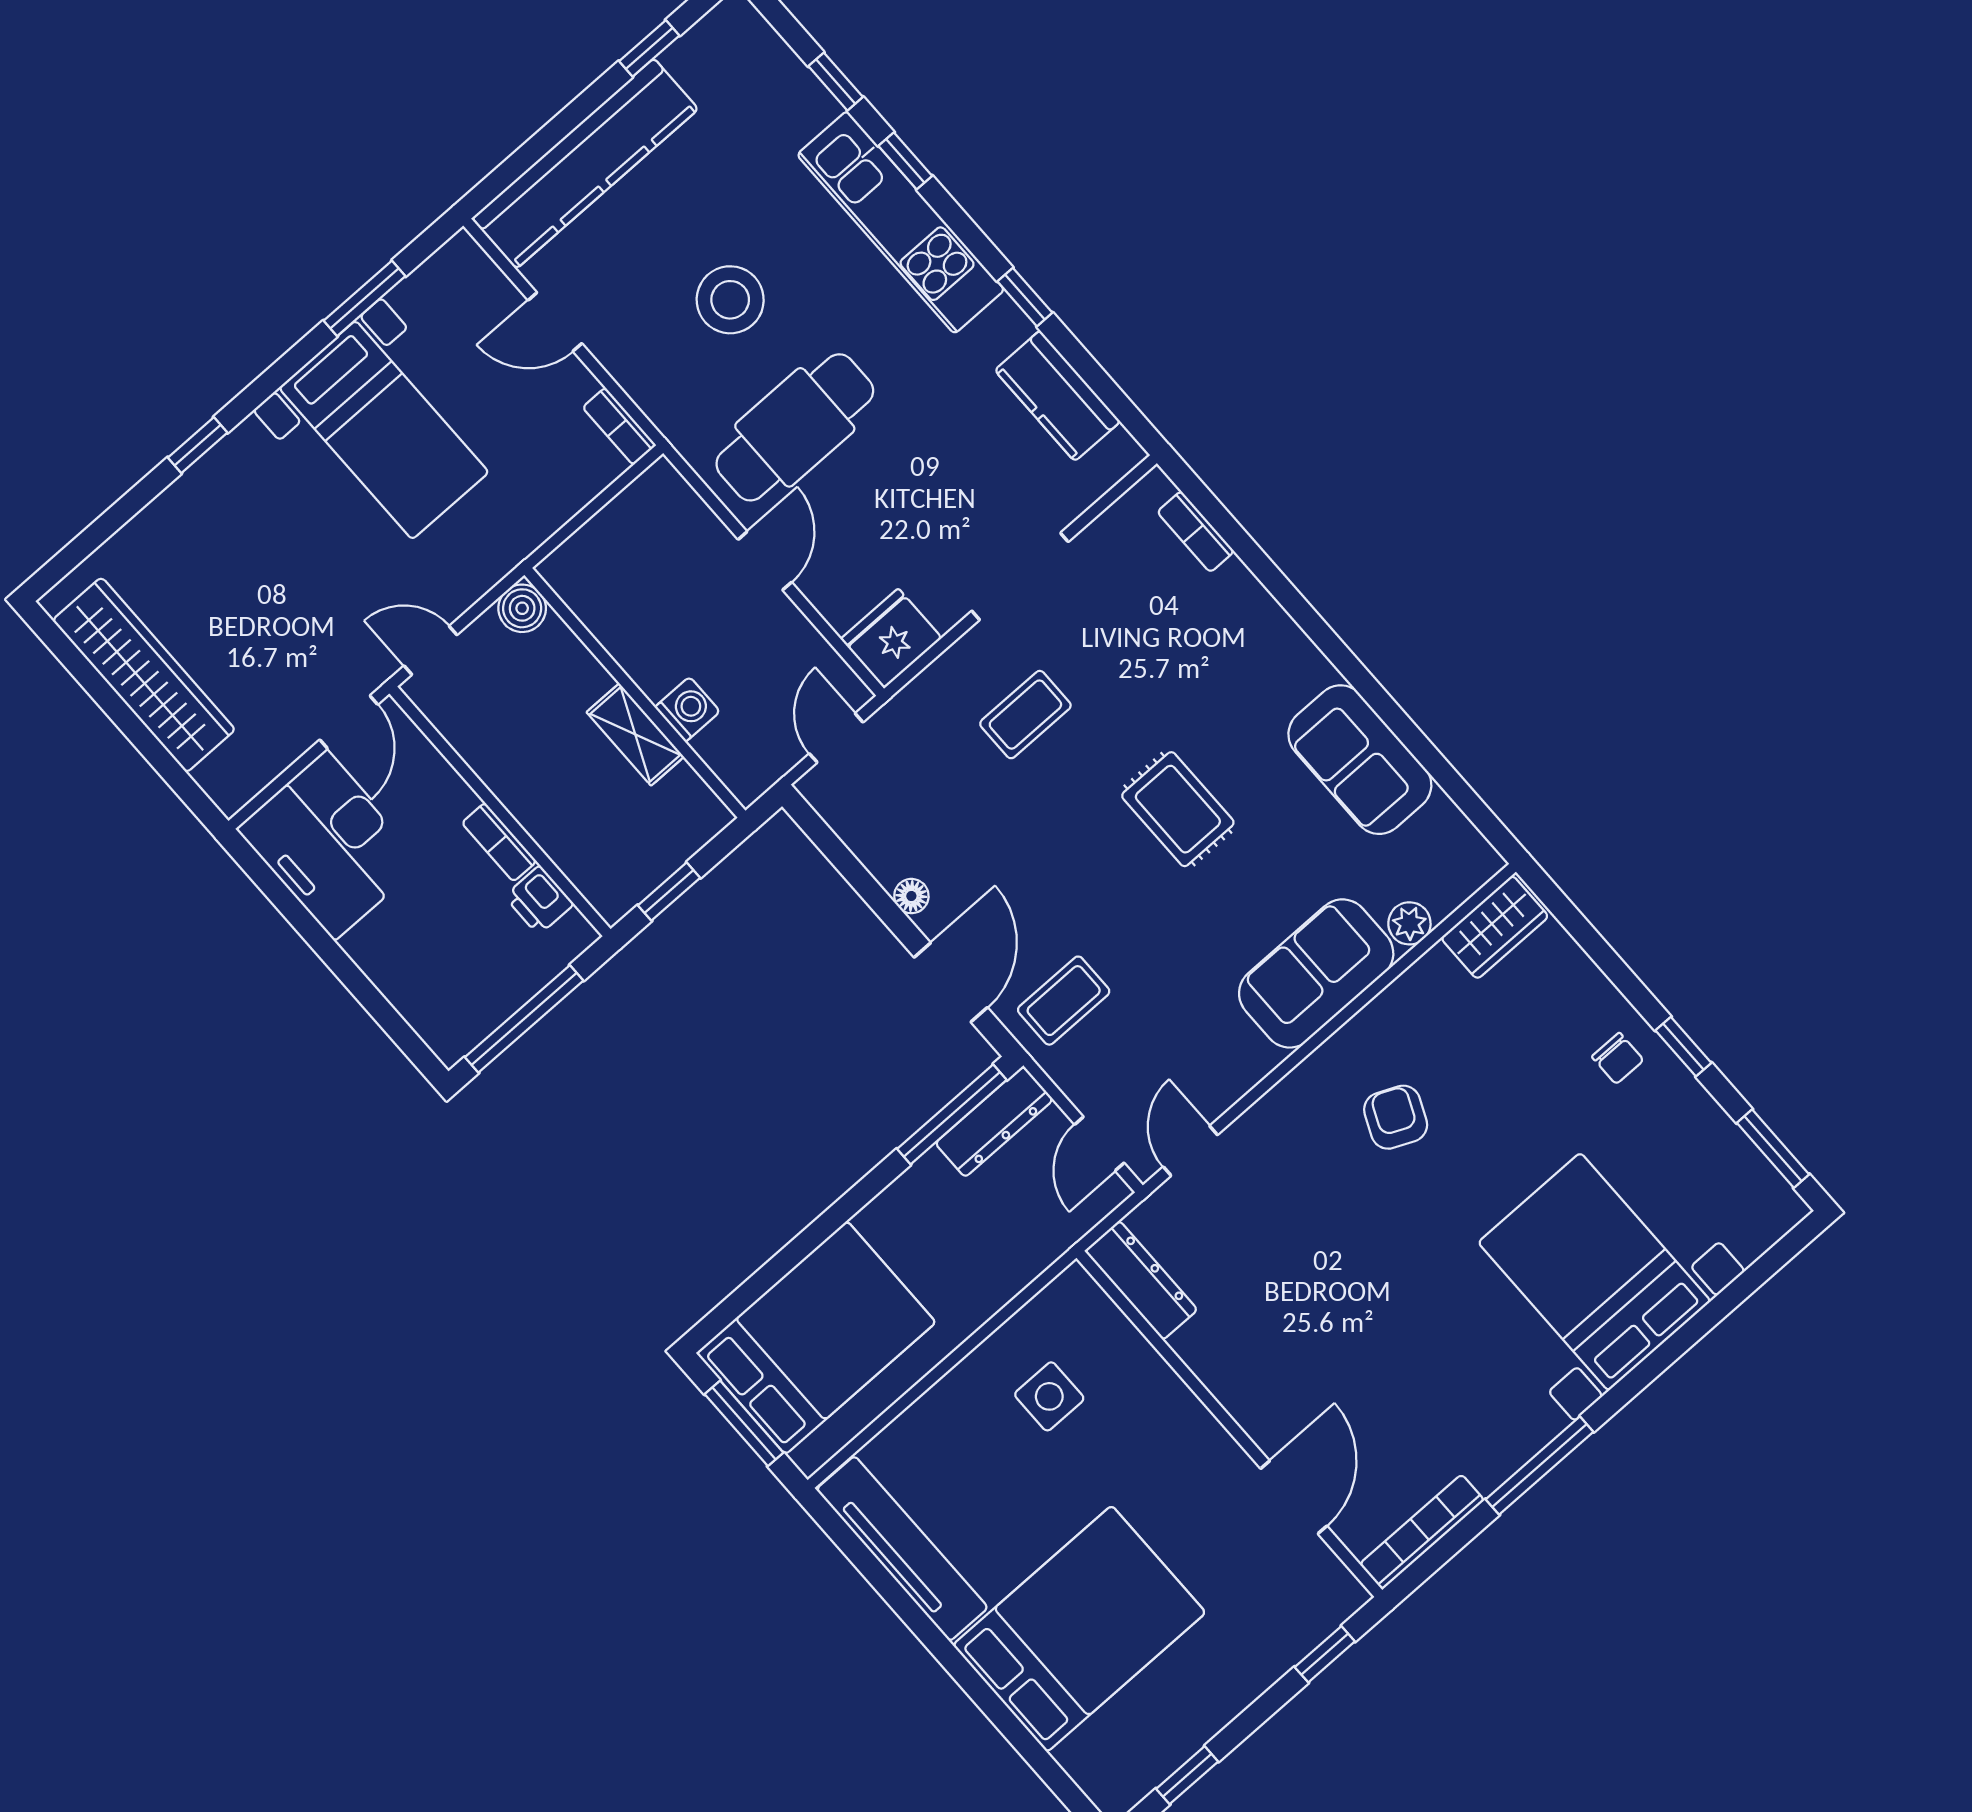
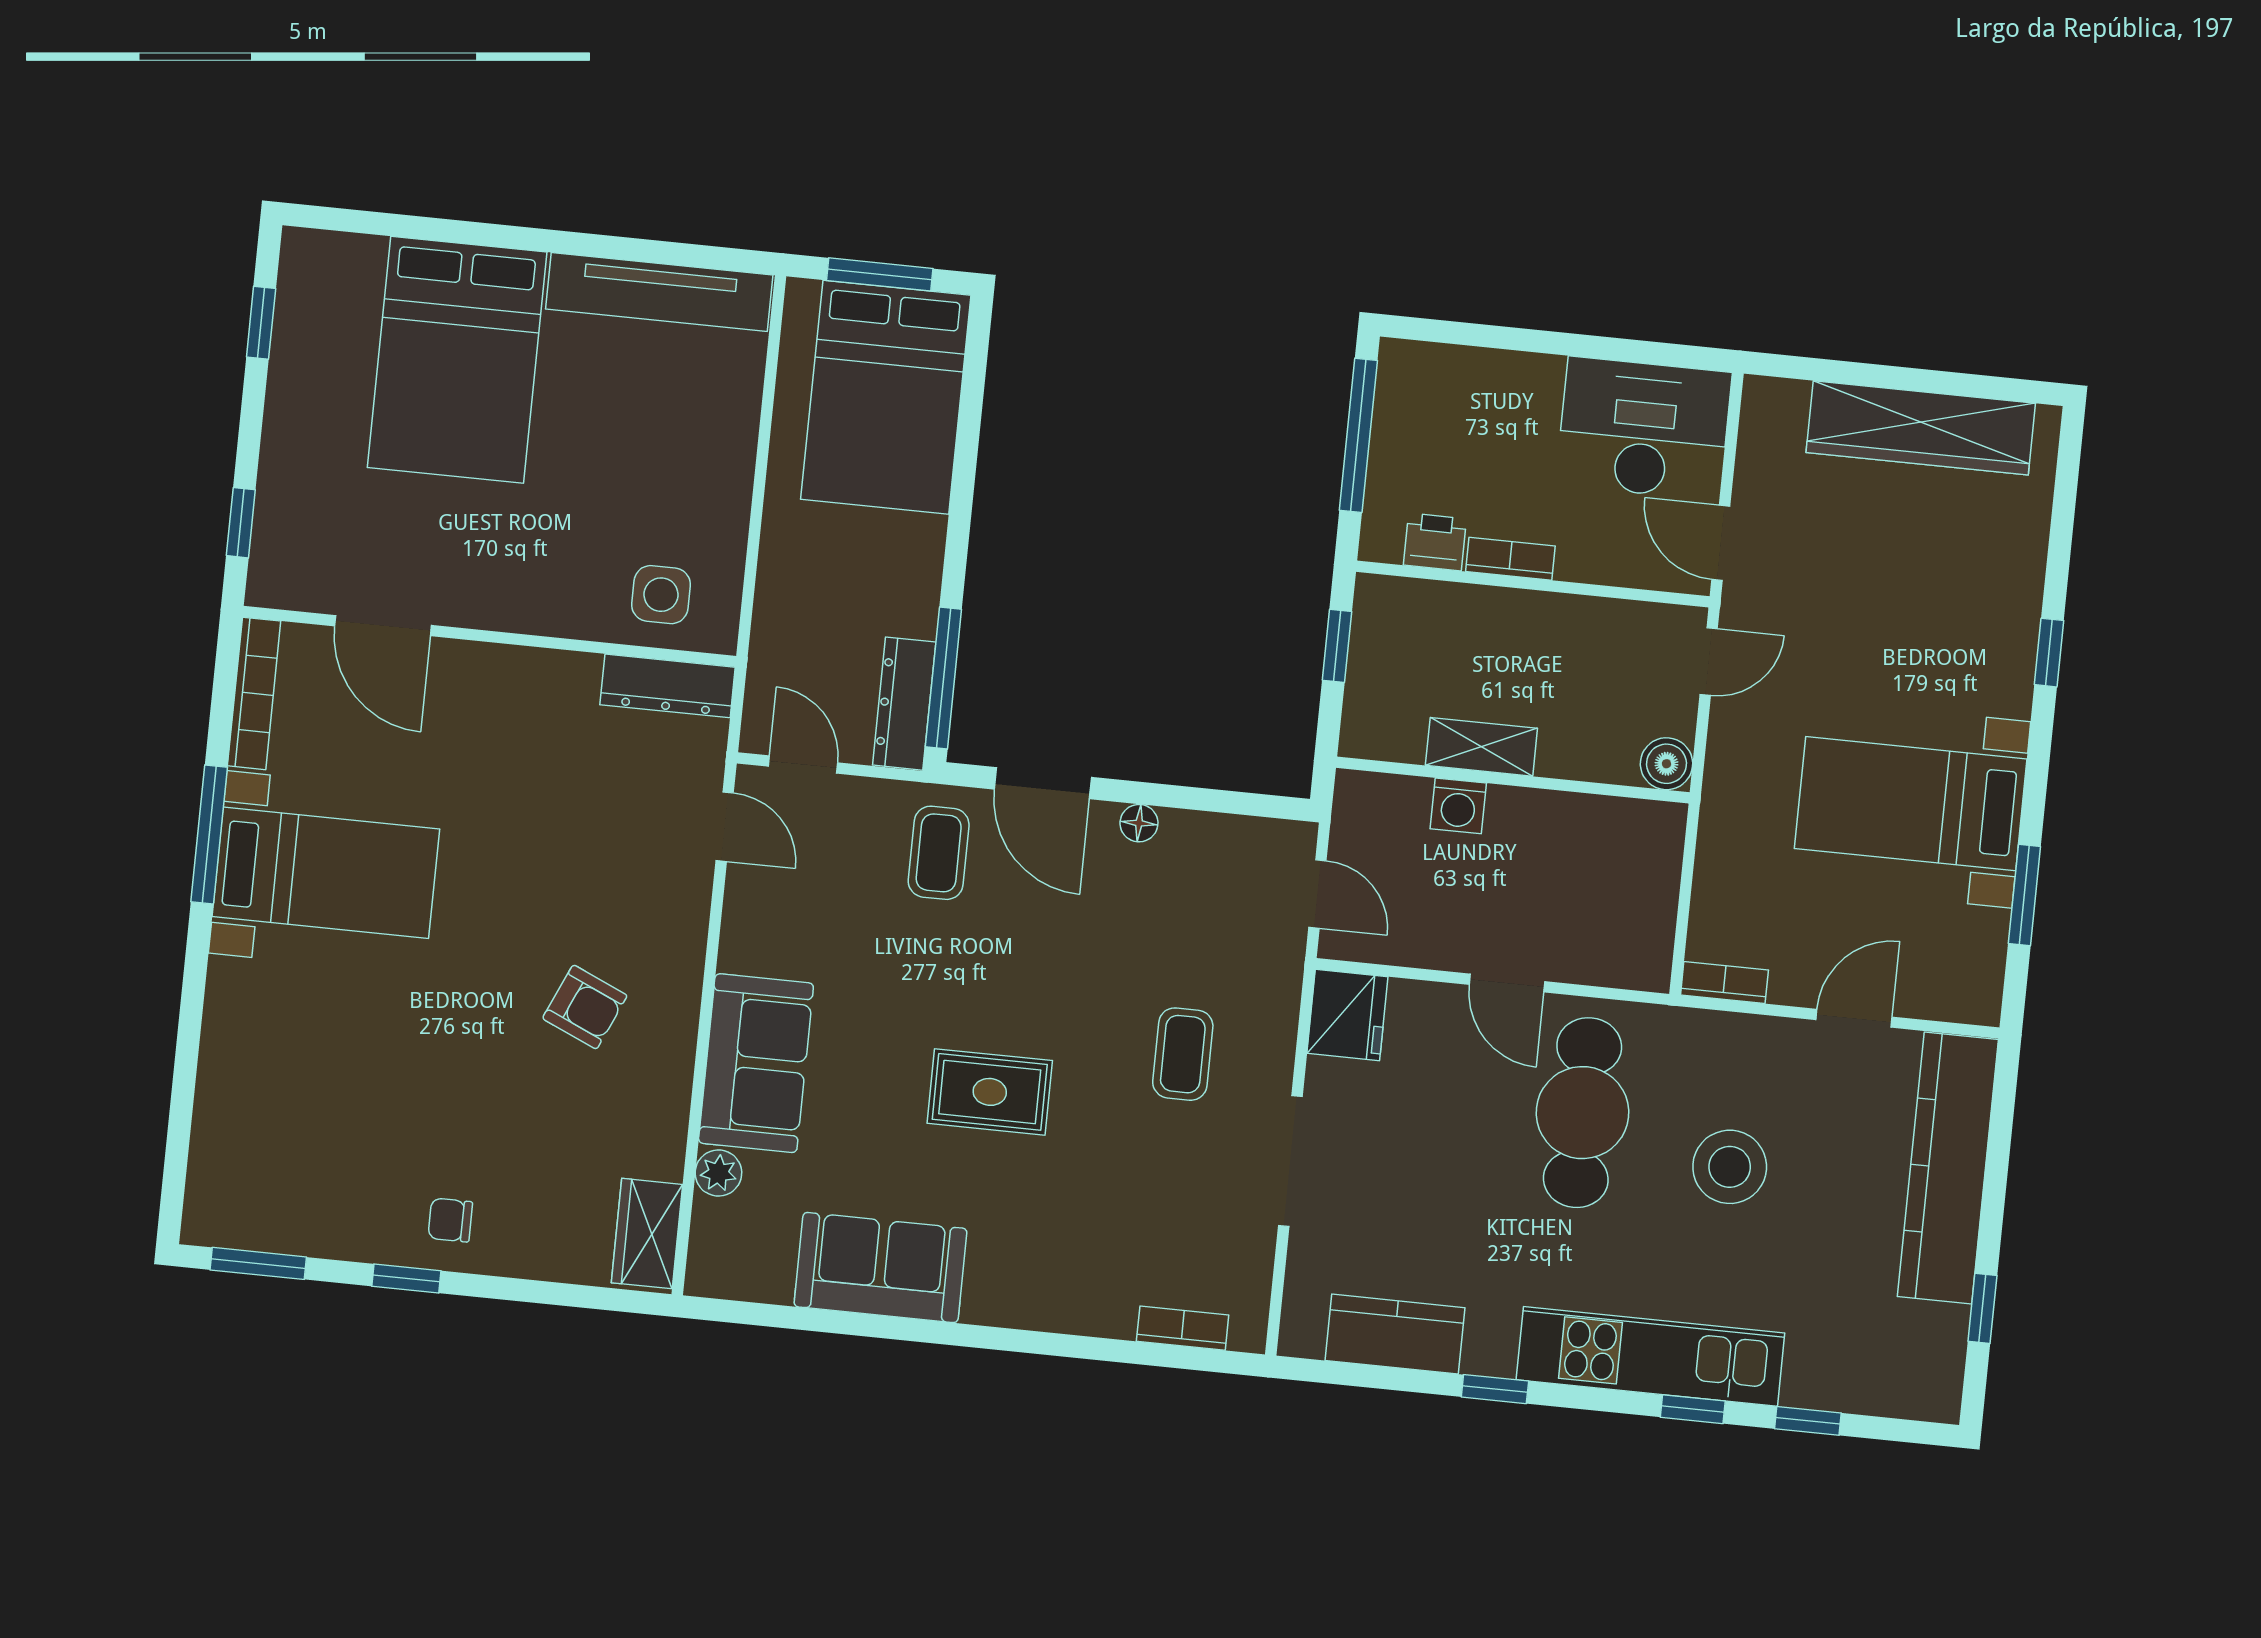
bed with nightstands: (1594, 1272) -> (326, 873), moved, width x0.73
side table: (1049, 1396) -> (661, 595), moved

